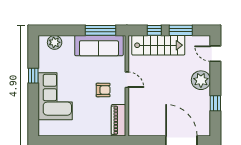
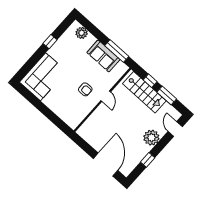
sofa: (99, 46) -> (103, 56), width x0.73
corner sofa: (55, 96) -> (43, 77), moved
piano: (118, 120) -> (78, 117), removed

